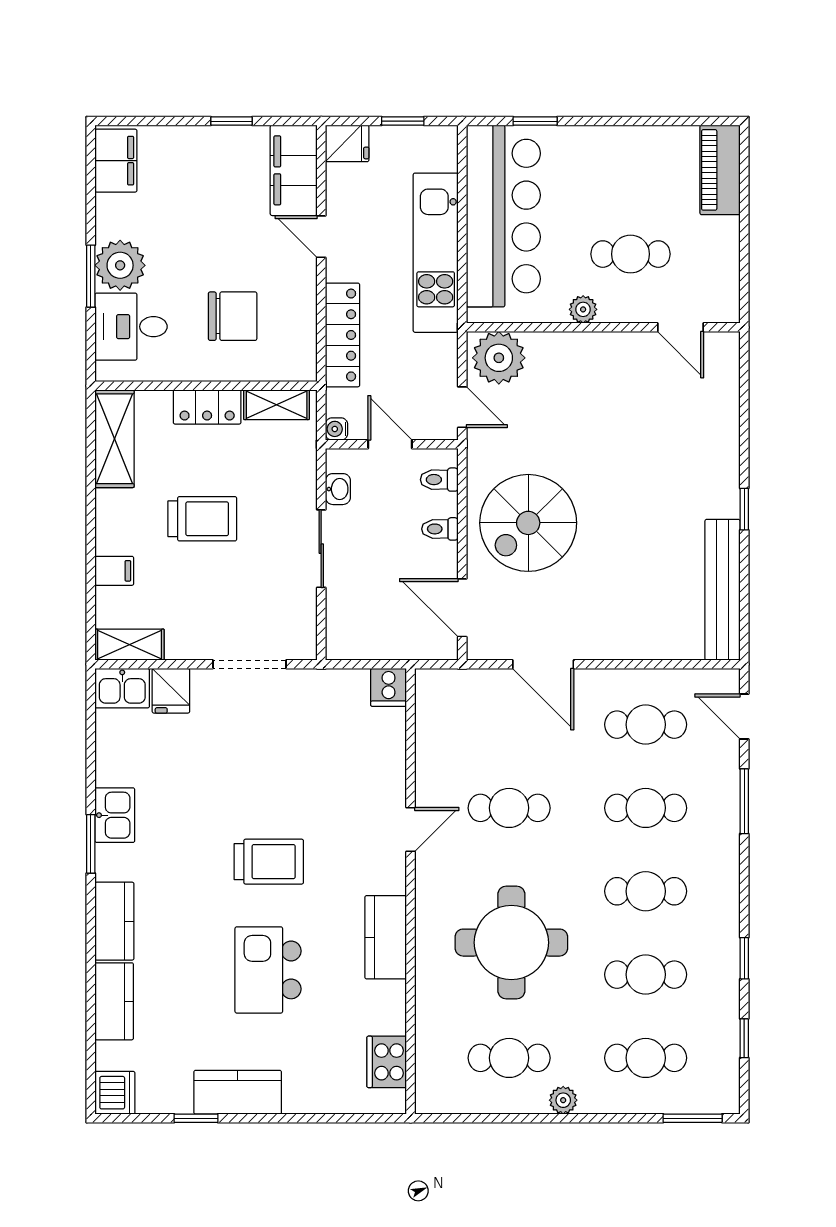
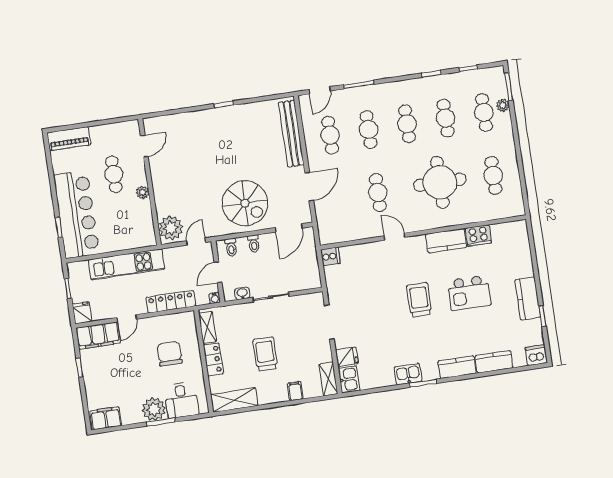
bar counter: (503, 216) -> (76, 214), moved, turned 90
bench: (722, 590) -> (291, 134), moved, turned 90
cooker: (387, 1062) -> (478, 236), moved
plant: (563, 1100) -> (503, 105), moved

